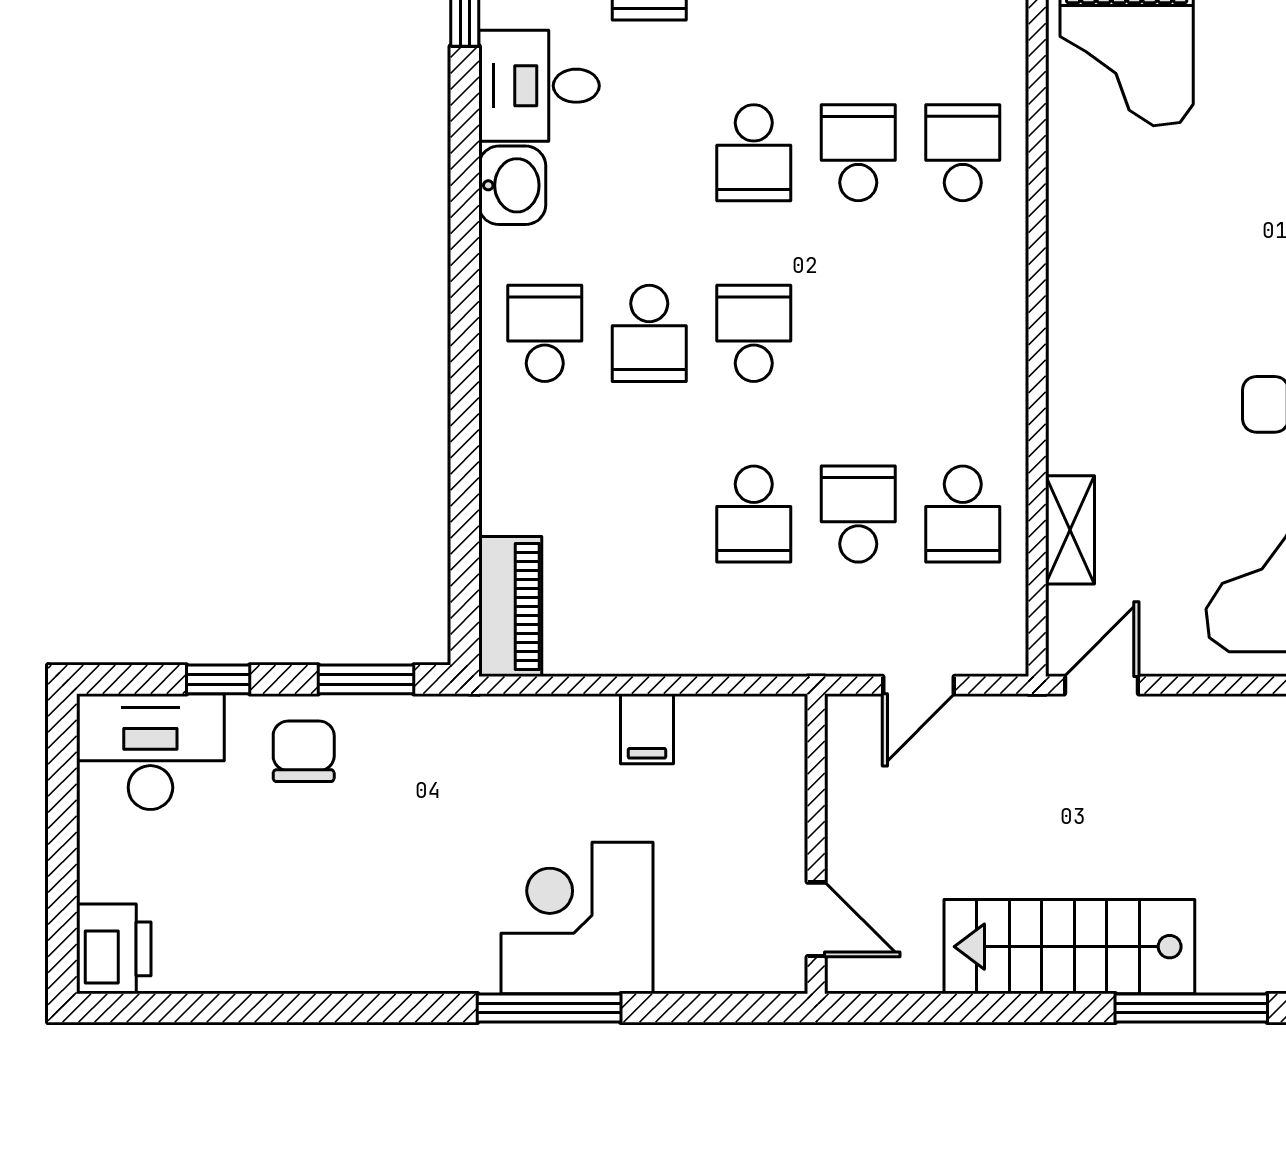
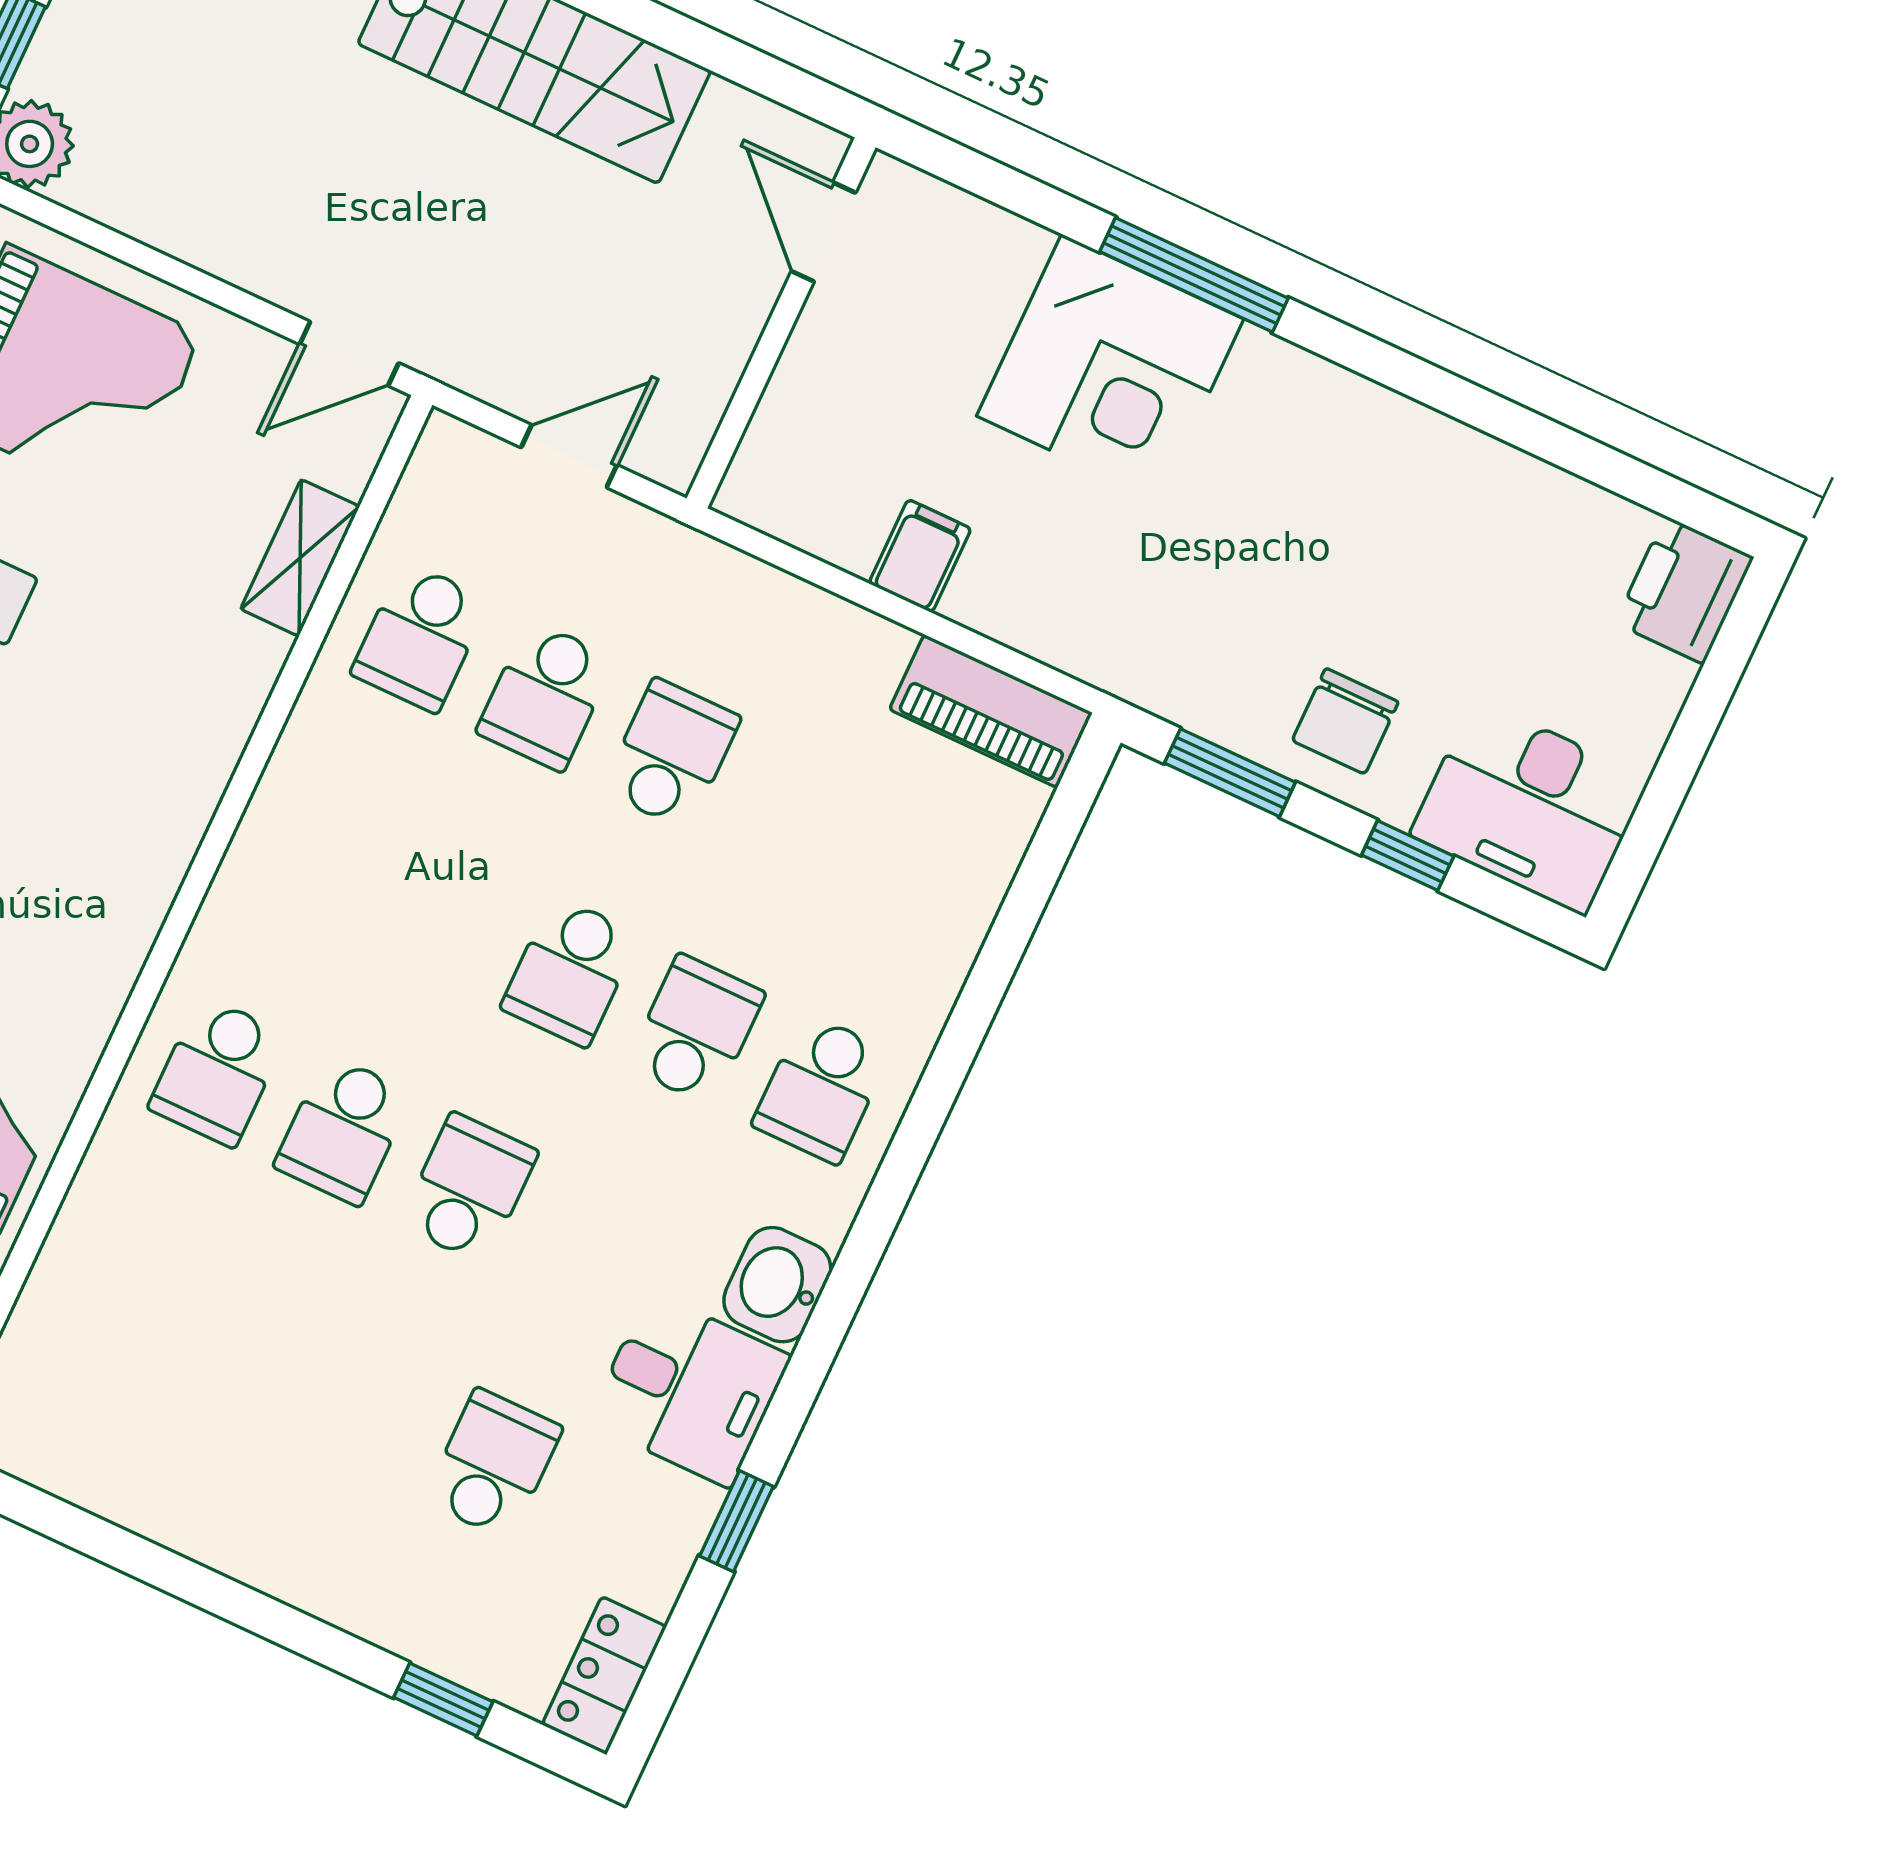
school desk: (963, 514) -> (420, 637), turned 180
piano: (510, 606) -> (991, 711), moved, turned -90

